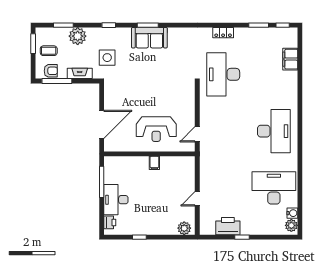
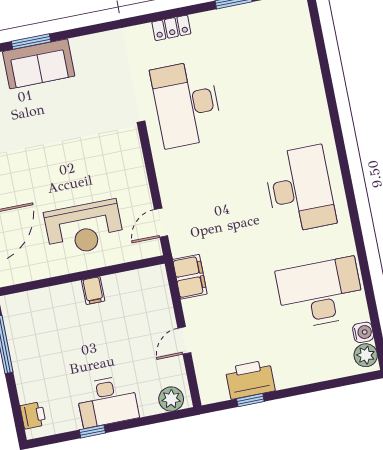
filing cabinet: (290, 59) -> (190, 277), moved, turned 180
desk: (116, 200) -> (107, 401), moved, turned -90
window: (242, 237) -> (250, 400), moved

